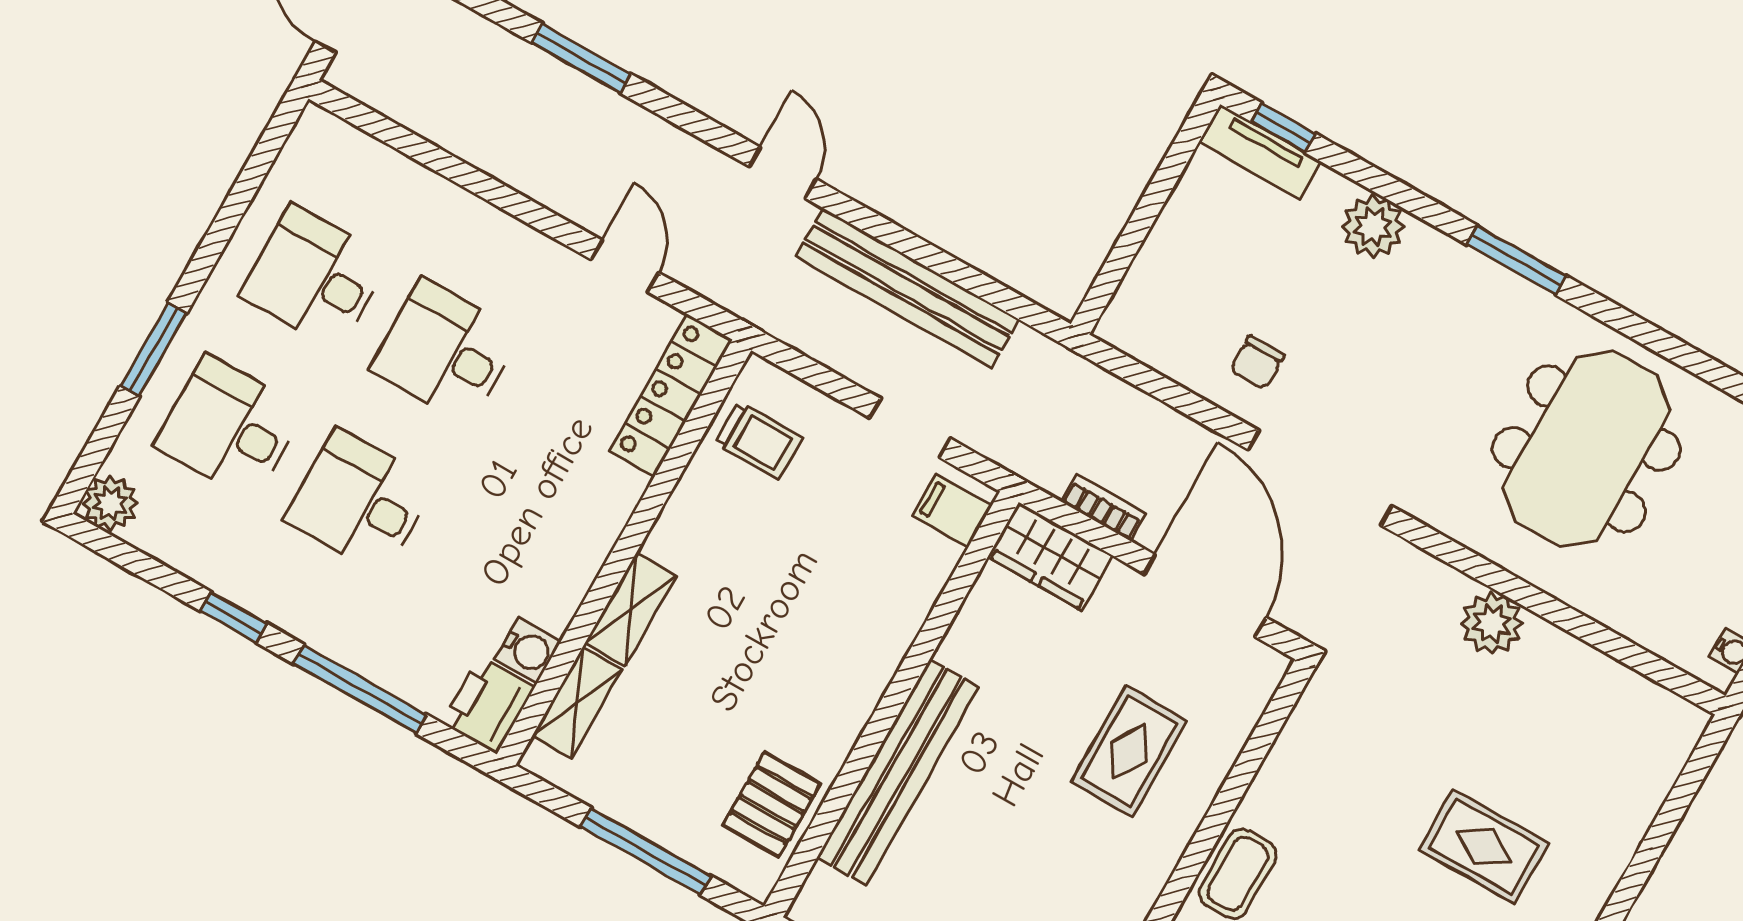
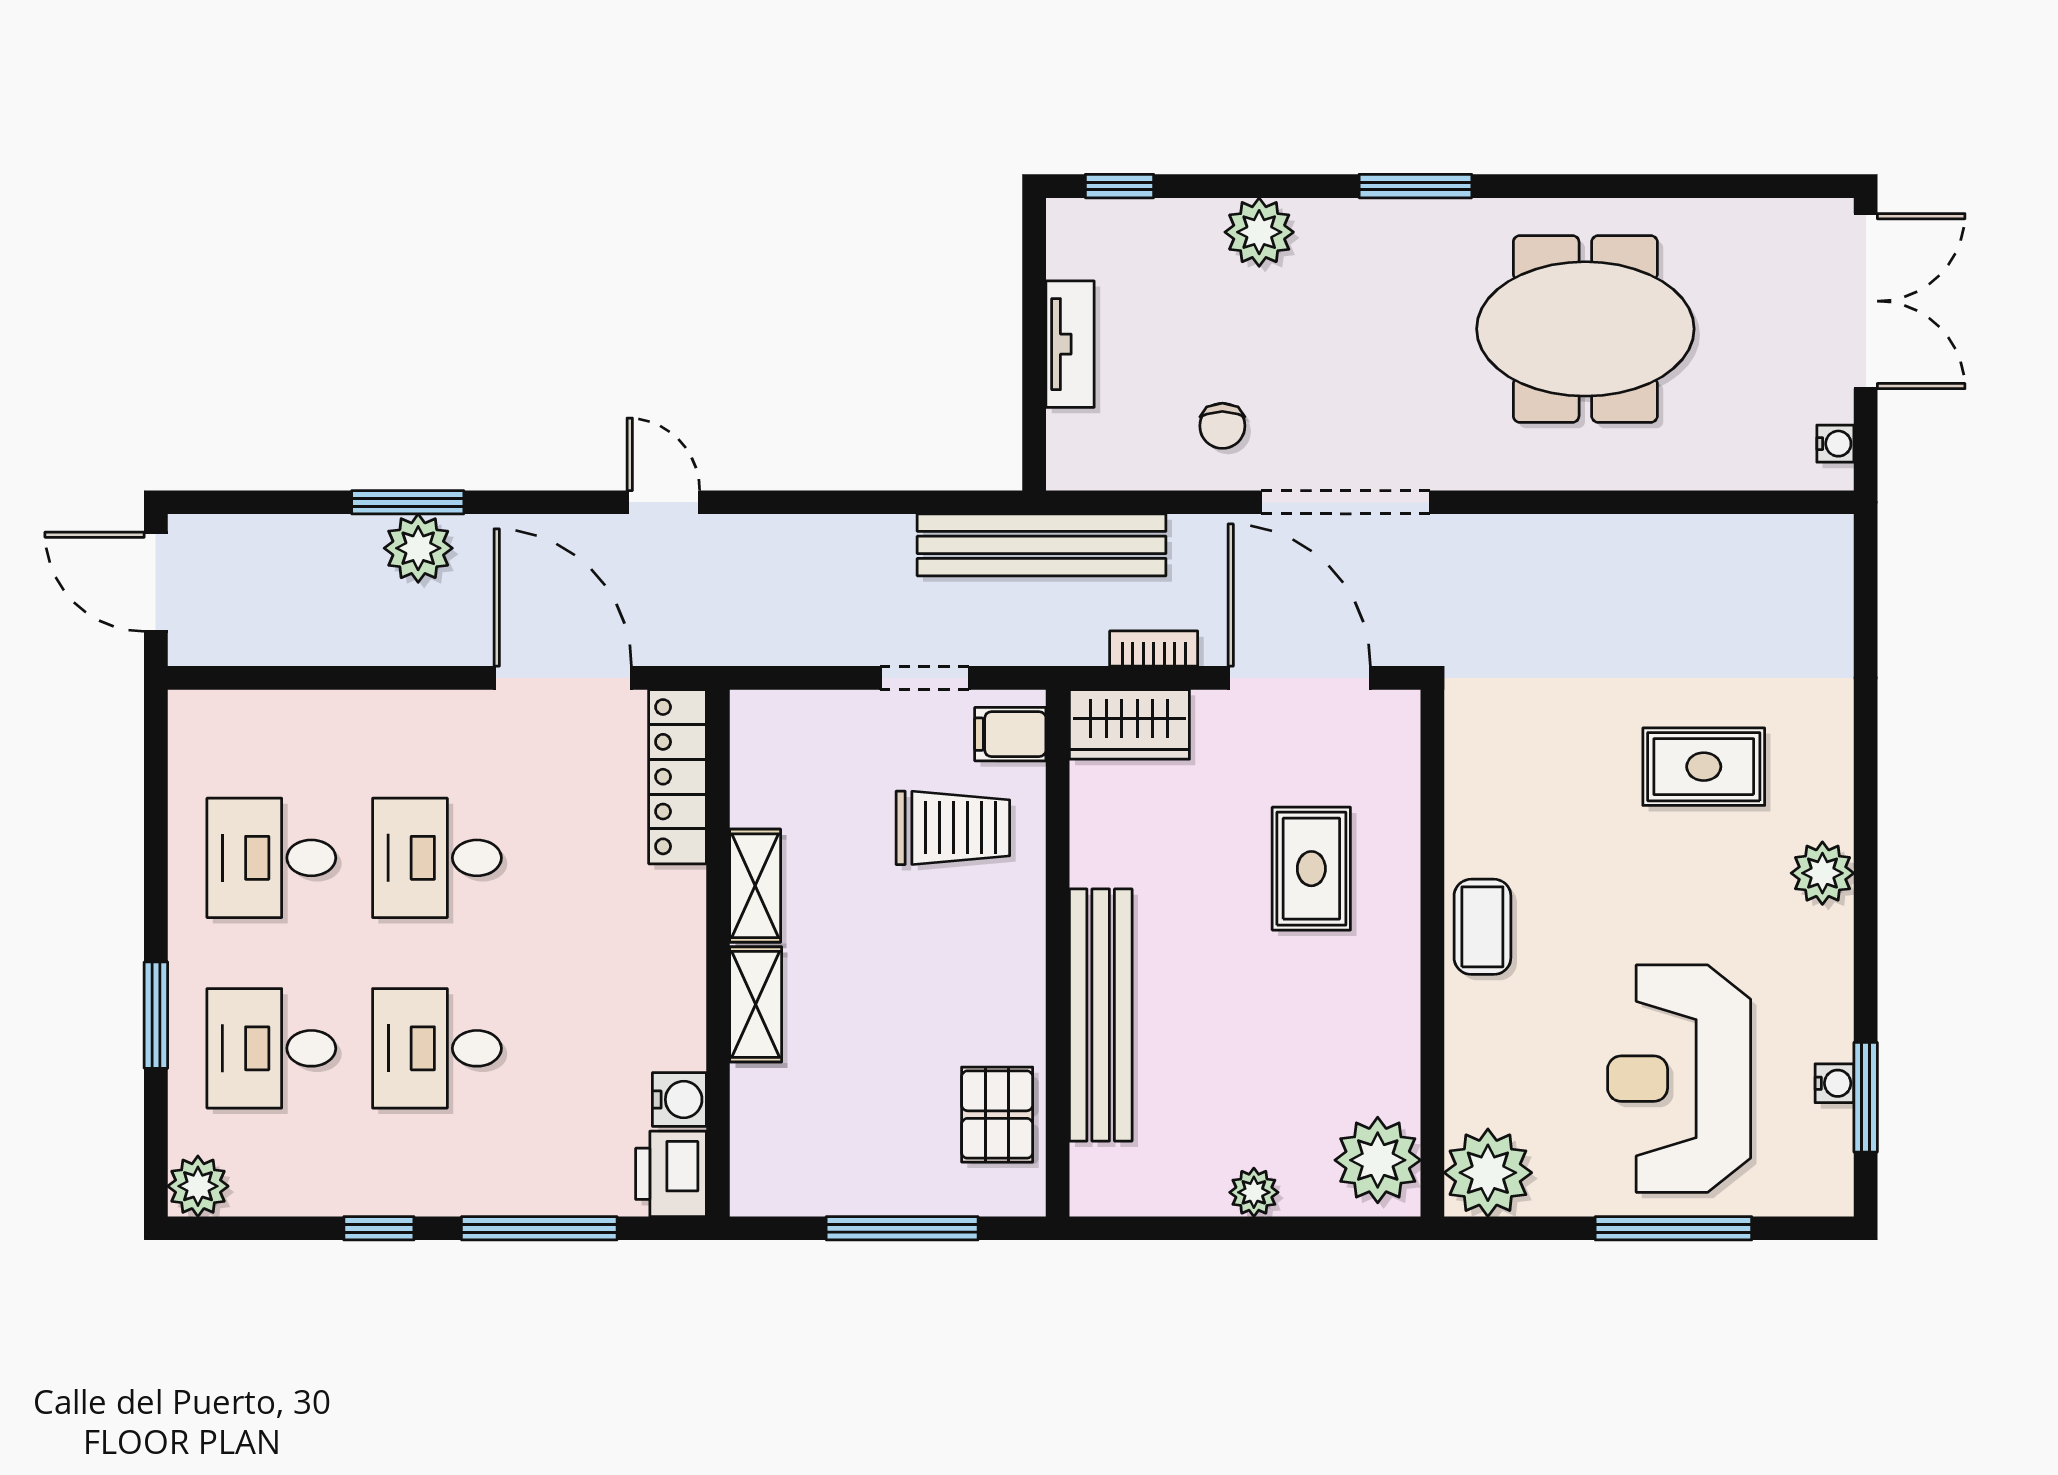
tv unit: (1261, 152) -> (1070, 344), moved, turned -90
door: (625, 266) -> (563, 678), width x1.88
bench: (907, 288) -> (1042, 545), moved
trolley: (759, 440) -> (953, 828), moved, width x1.36, depth x1.39
meeting table: (1586, 449) -> (1585, 329), turned 90
plant: (1492, 623) -> (418, 548), moved
shelving: (577, 703) -> (755, 886), moved

